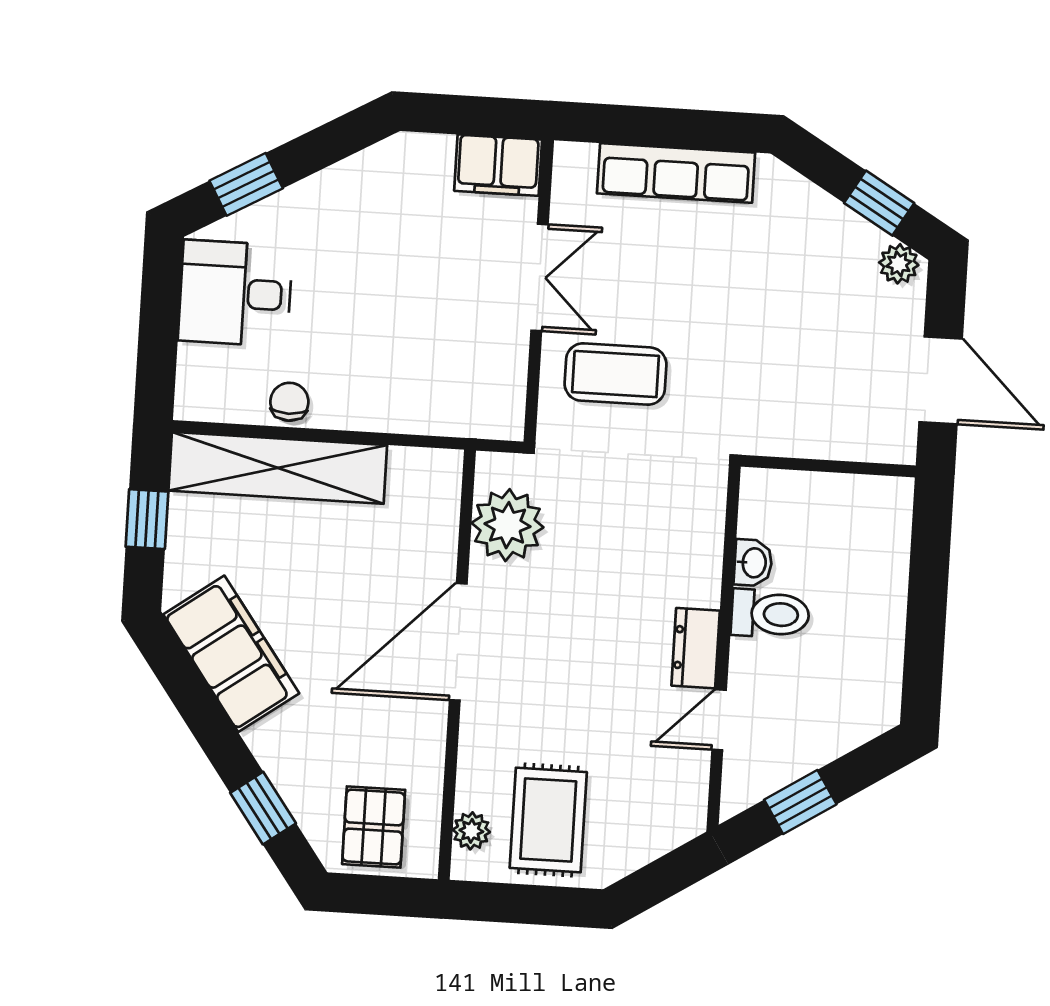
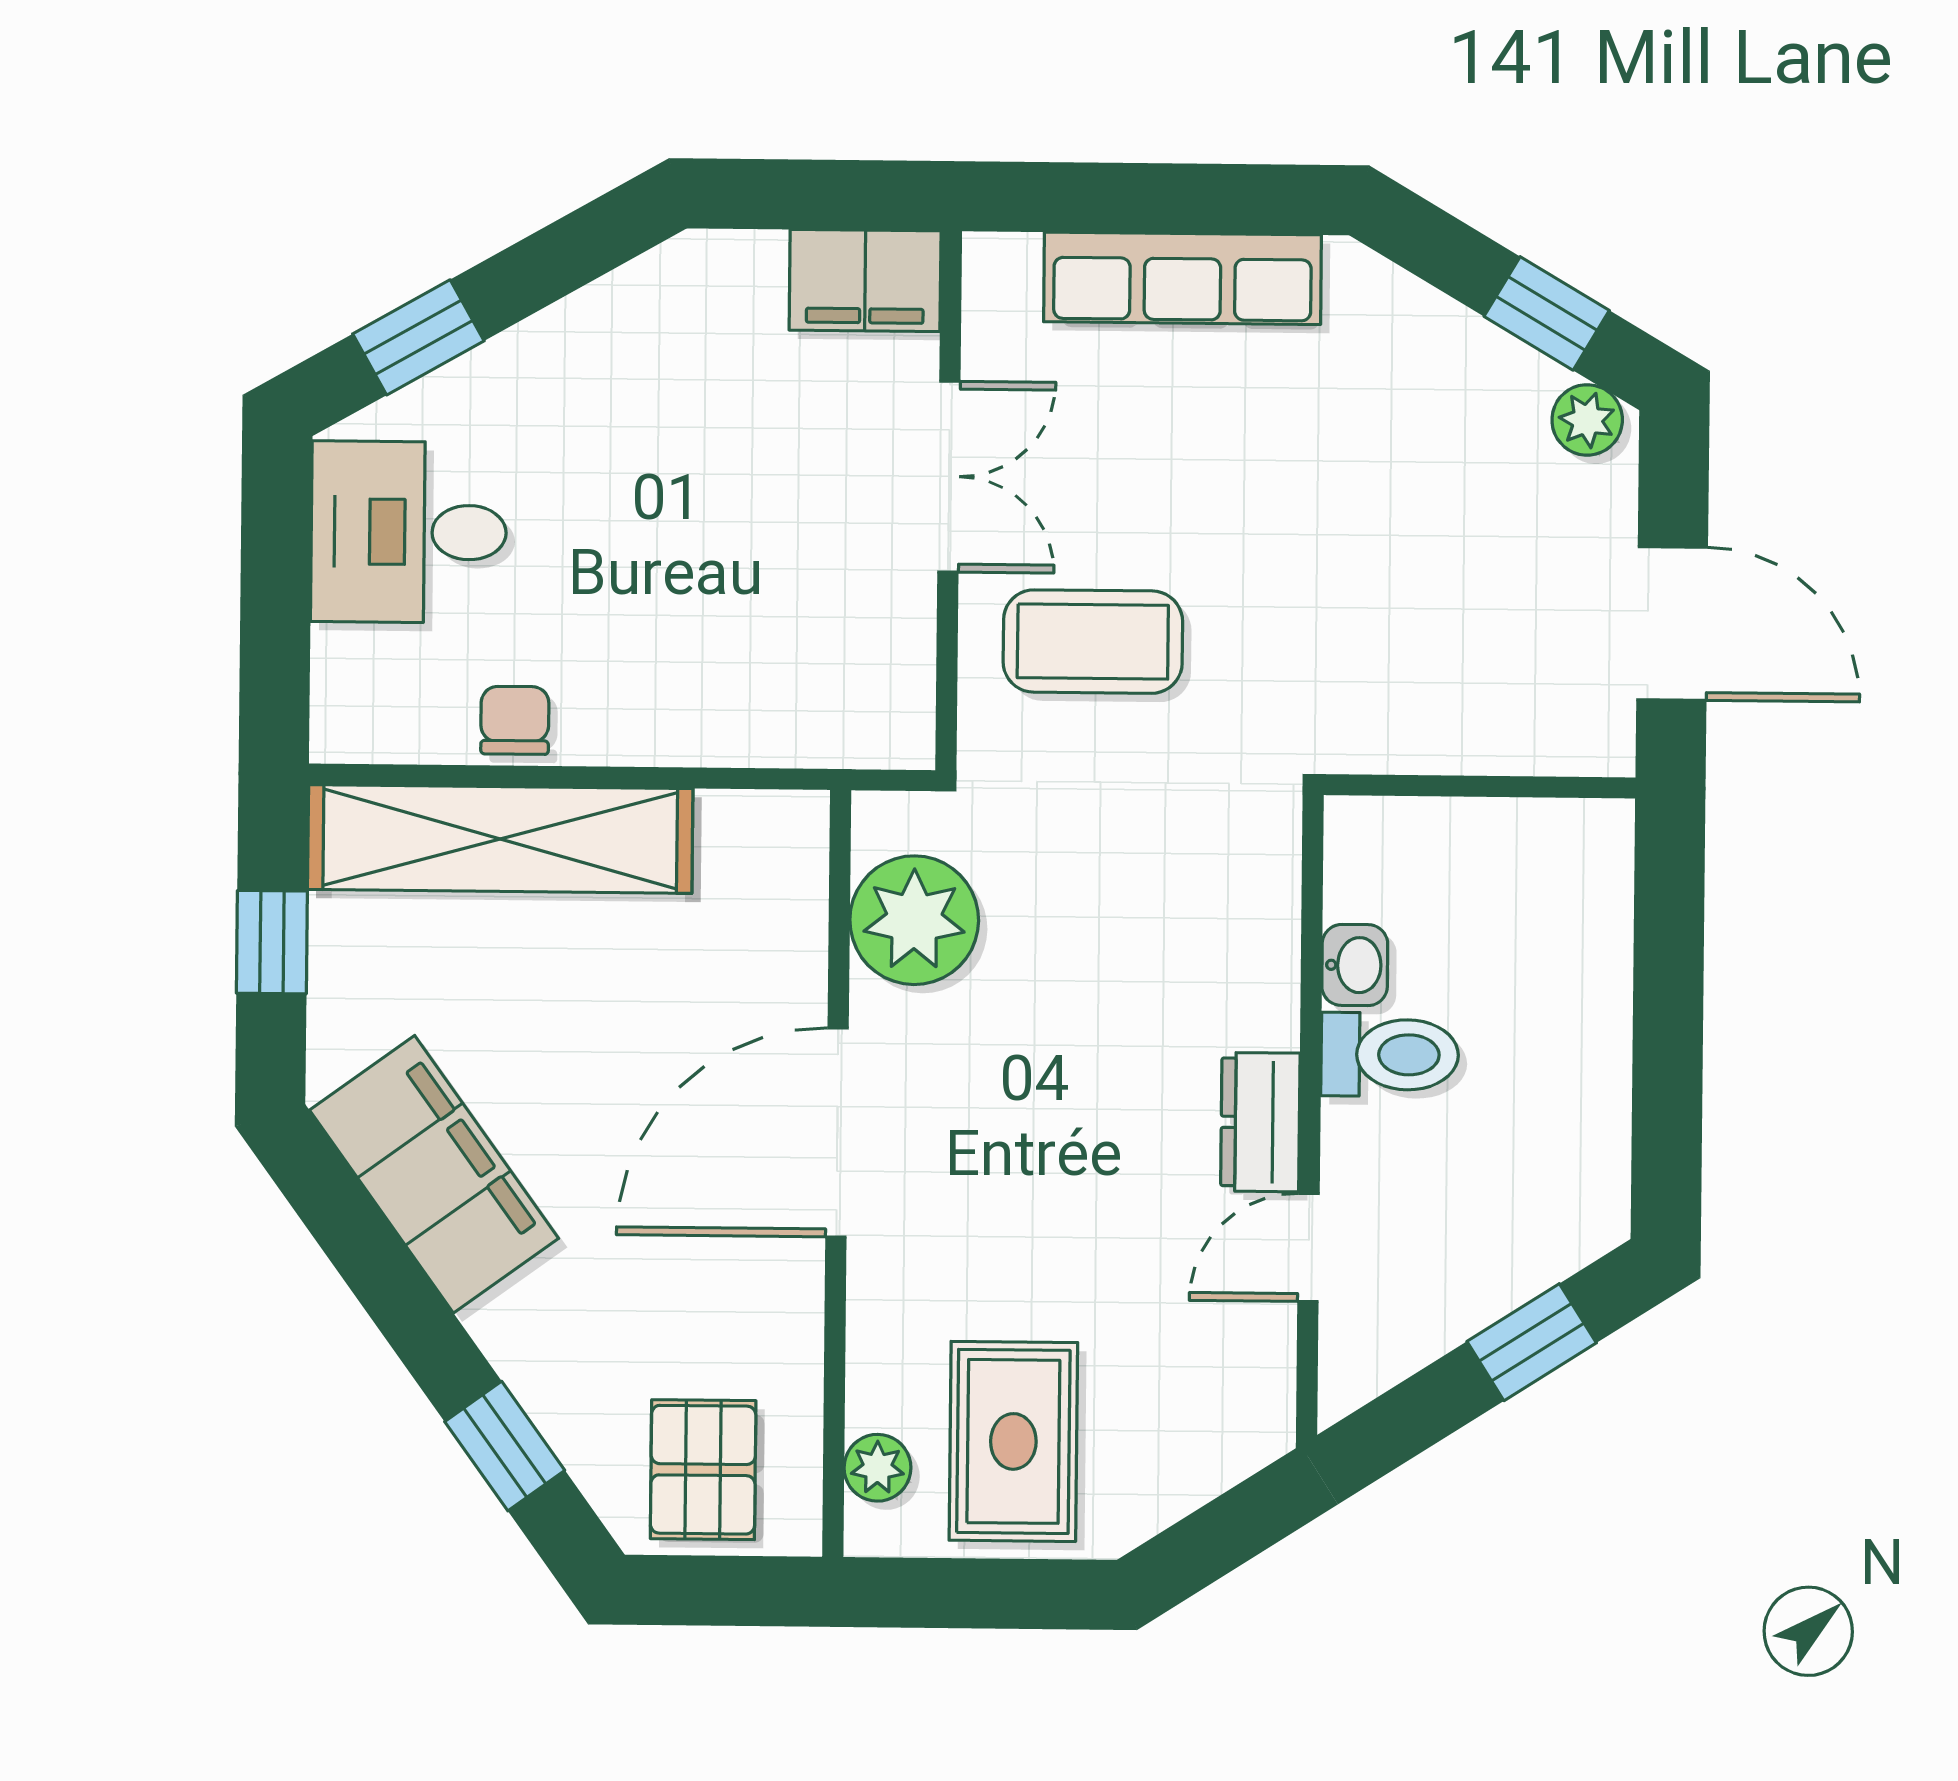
window: (800, 802) -> (1532, 1342), moved

